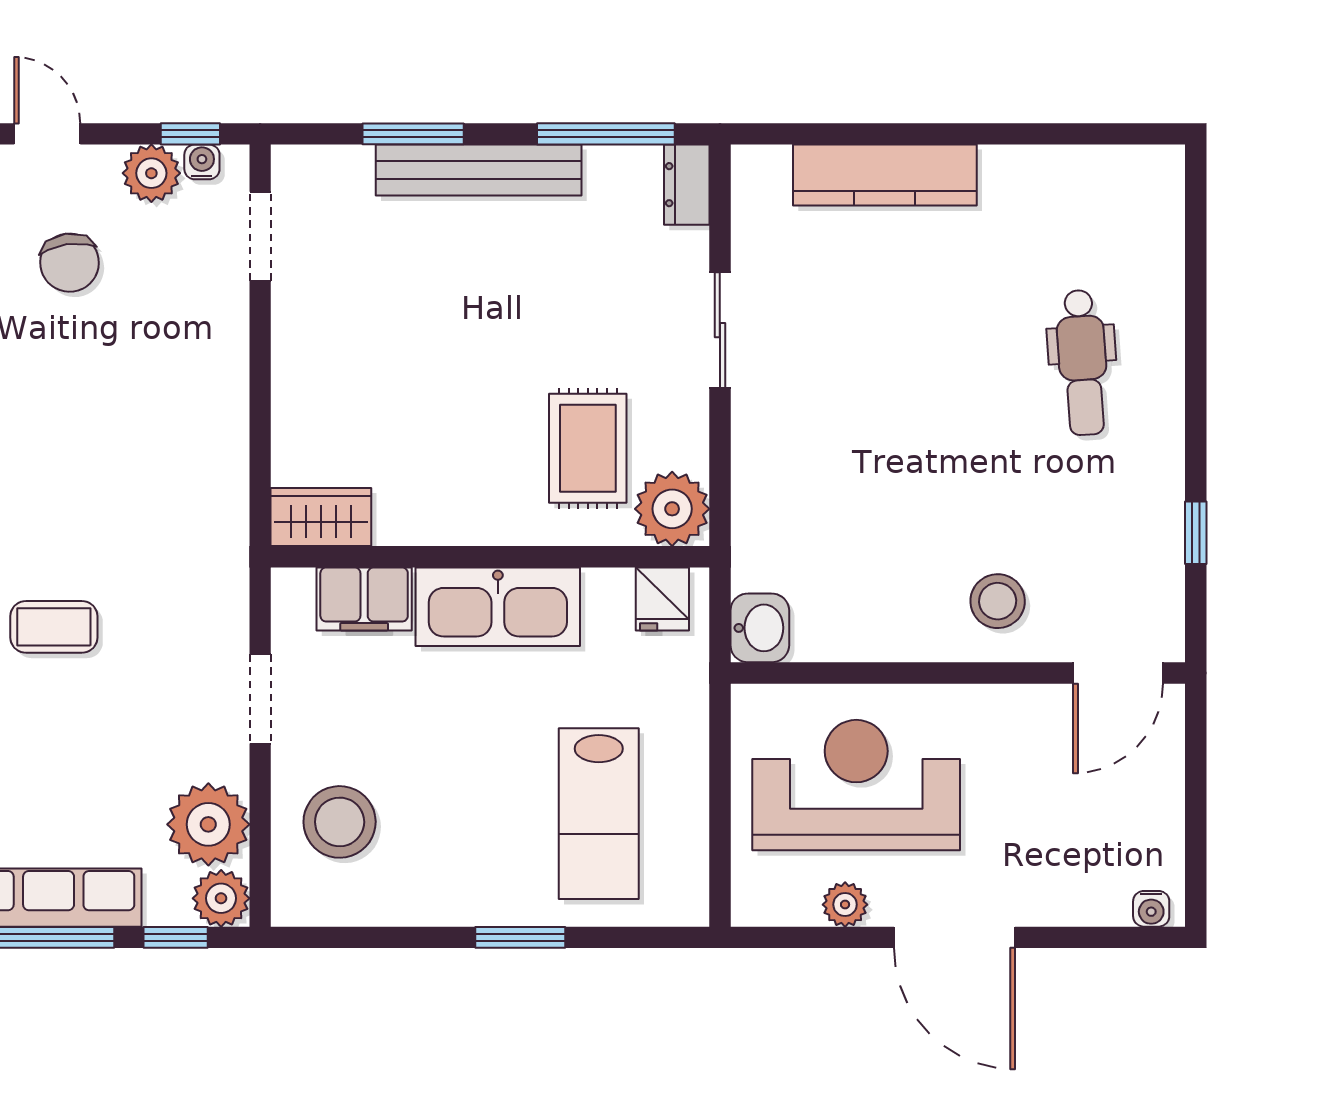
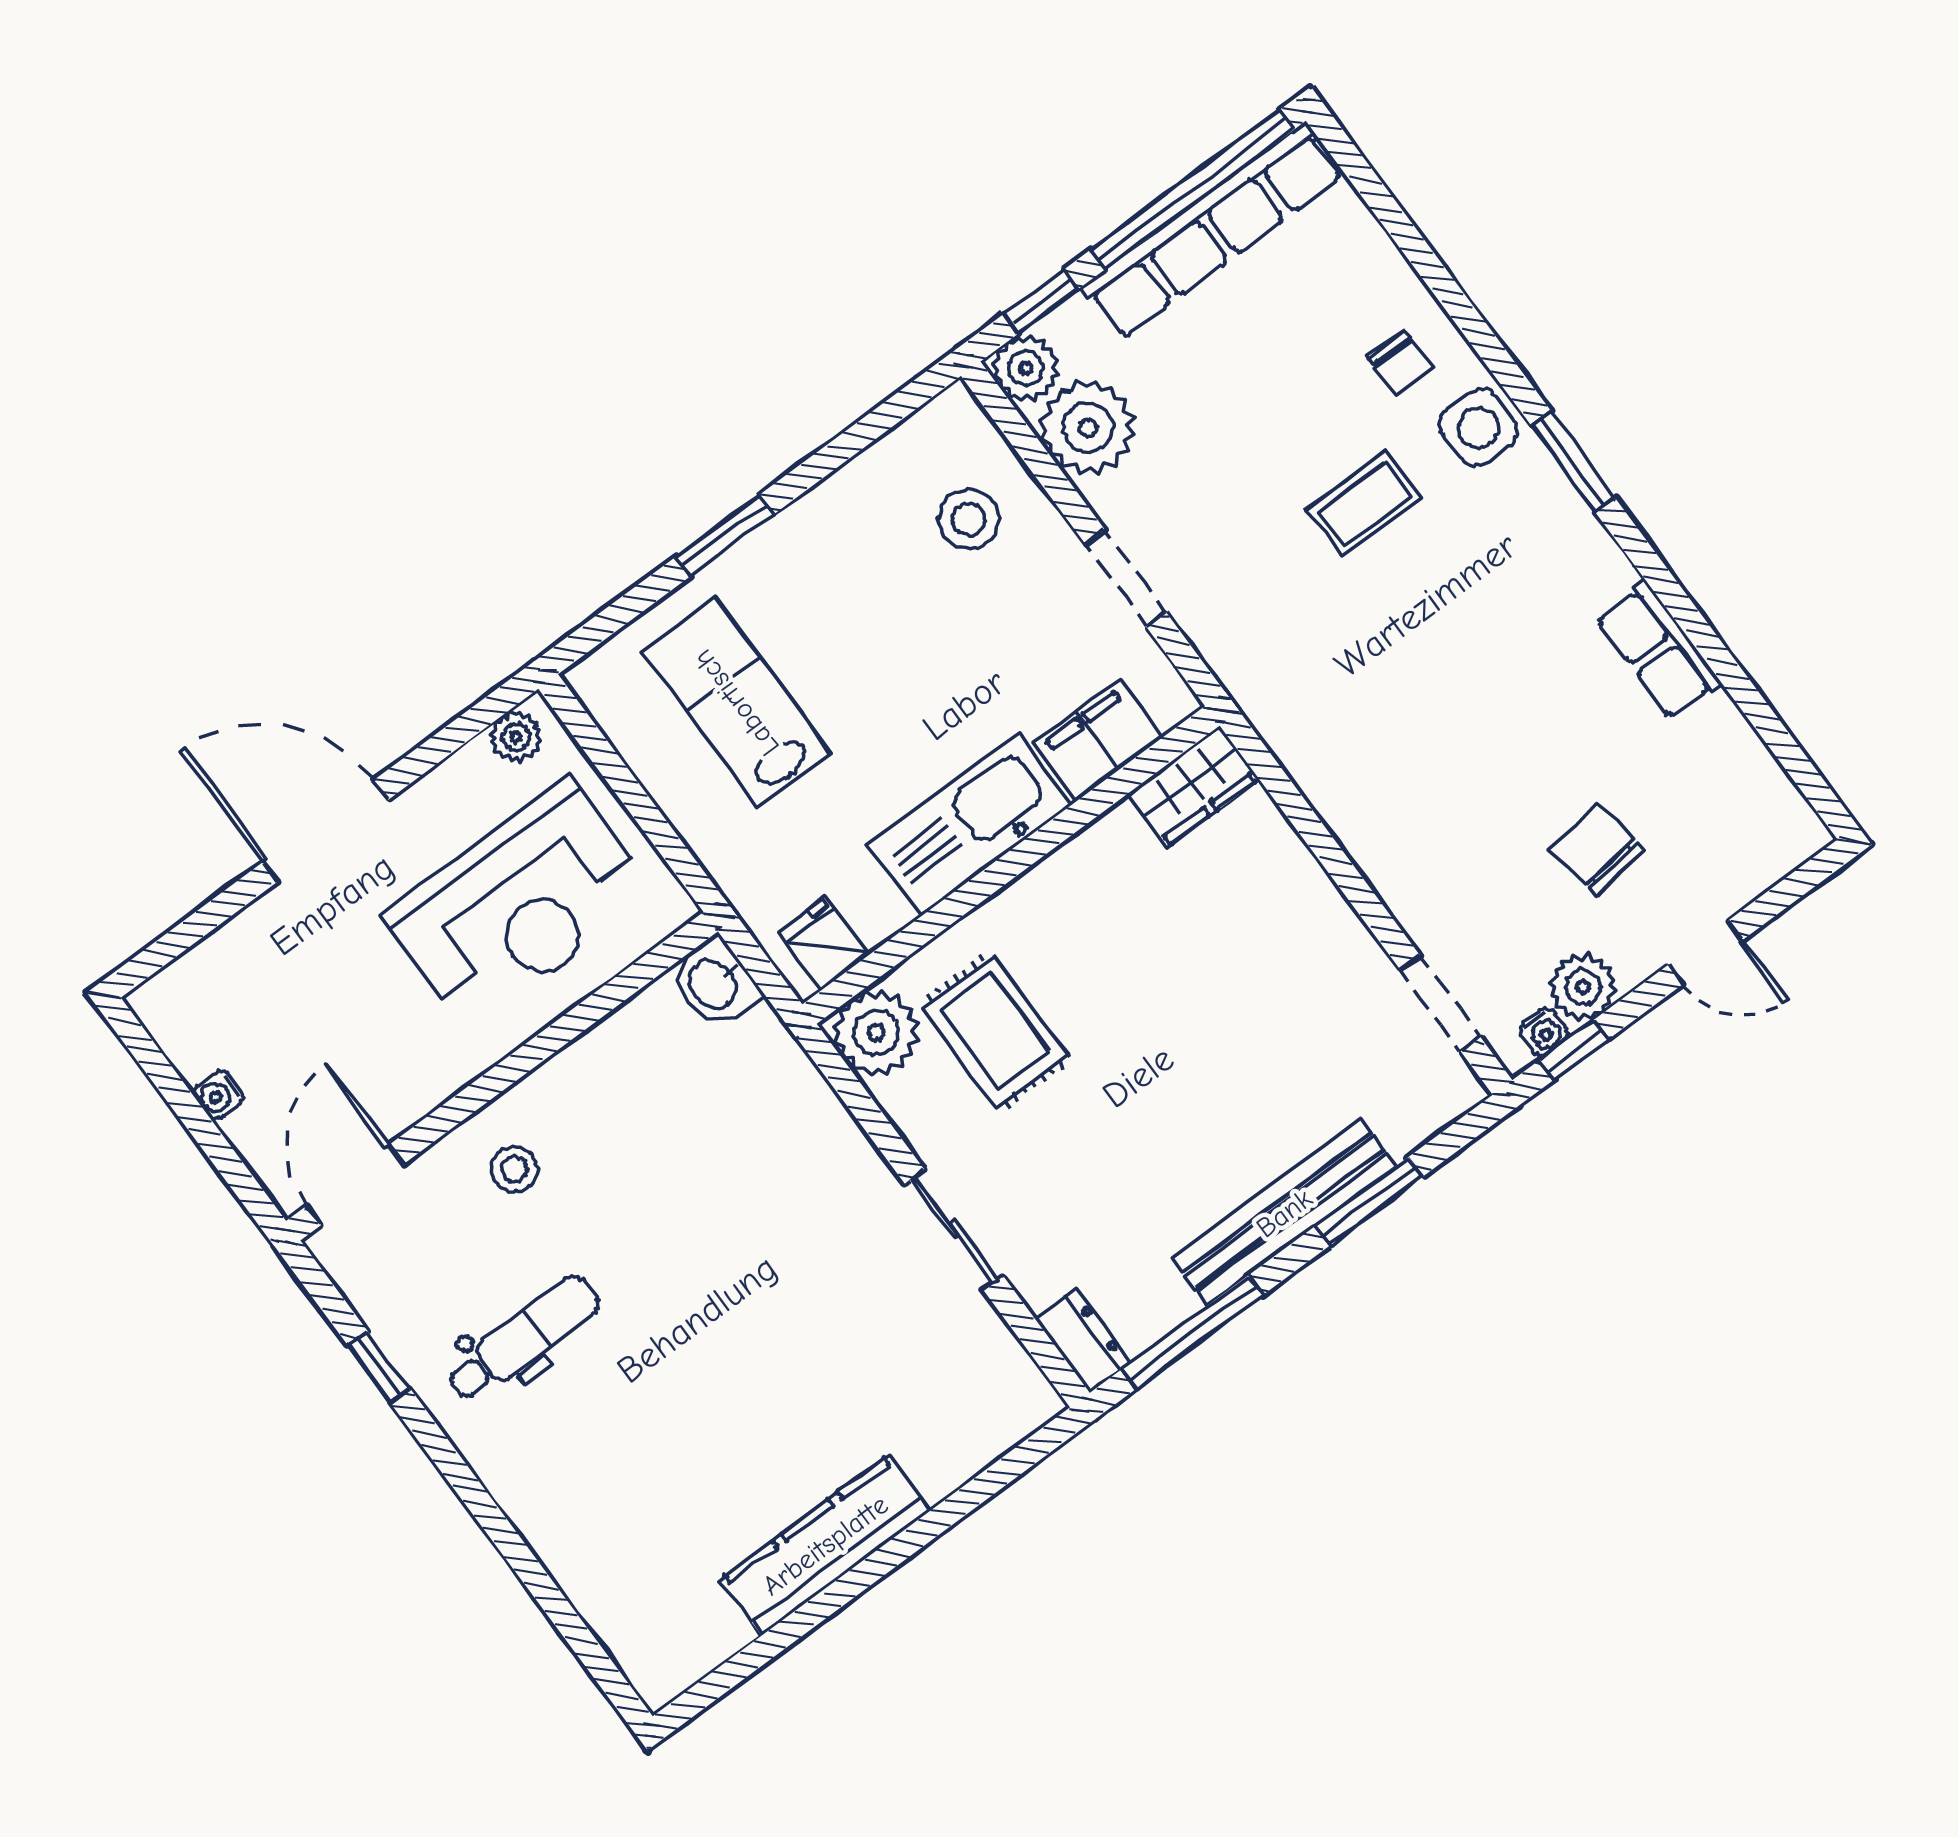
kitchen counter: (885, 175) -> (825, 1545), moved
dental chair: (1083, 363) -> (523, 1339), moved, turned 94
stool: (998, 601) -> (514, 1169), width x0.73, depth x0.73
stool: (340, 822) -> (969, 519), width x0.73, depth x0.73
plant: (845, 905) -> (516, 737), moved
water cooler: (1151, 909) -> (219, 1095), moved, turned -90

